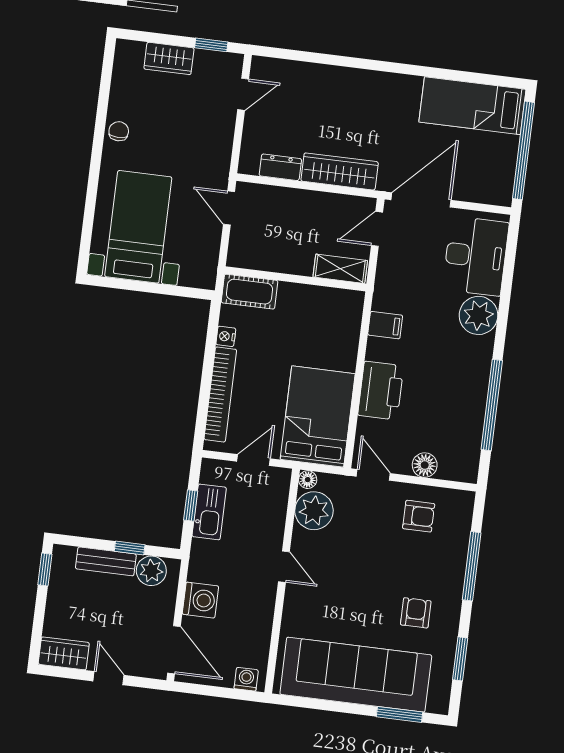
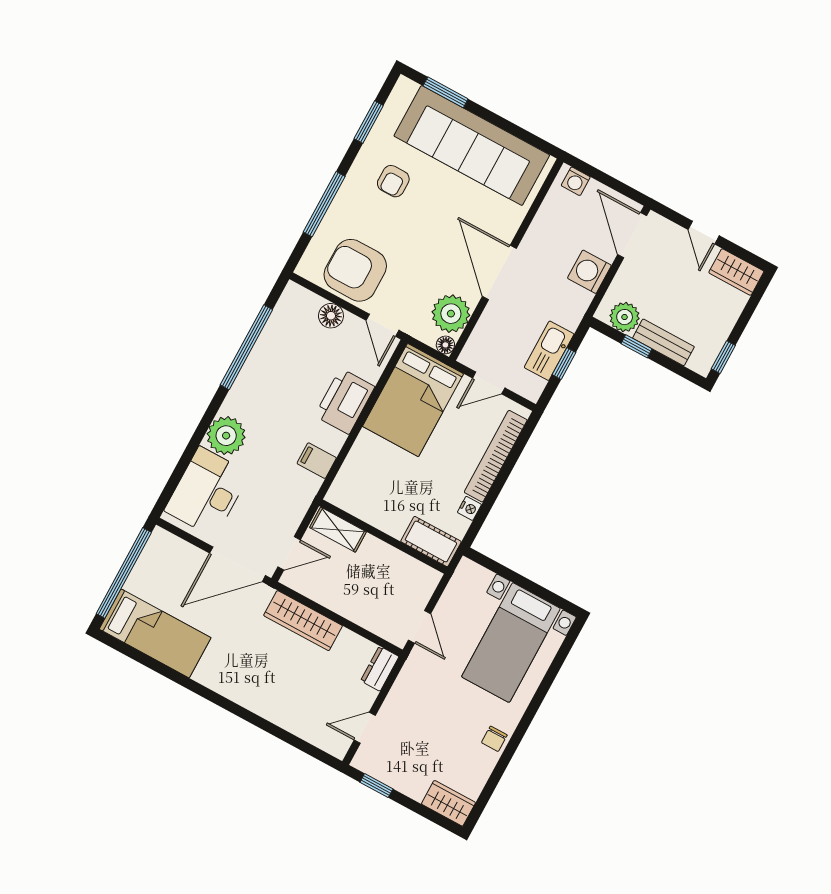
wardrobe: (169, 58) -> (448, 803), moved
dresser: (280, 167) -> (380, 669), moved, turned 90
armchair: (419, 516) -> (355, 270), width x1.88, depth x1.88
door: (284, 567) -> (499, 272), width x1.87

